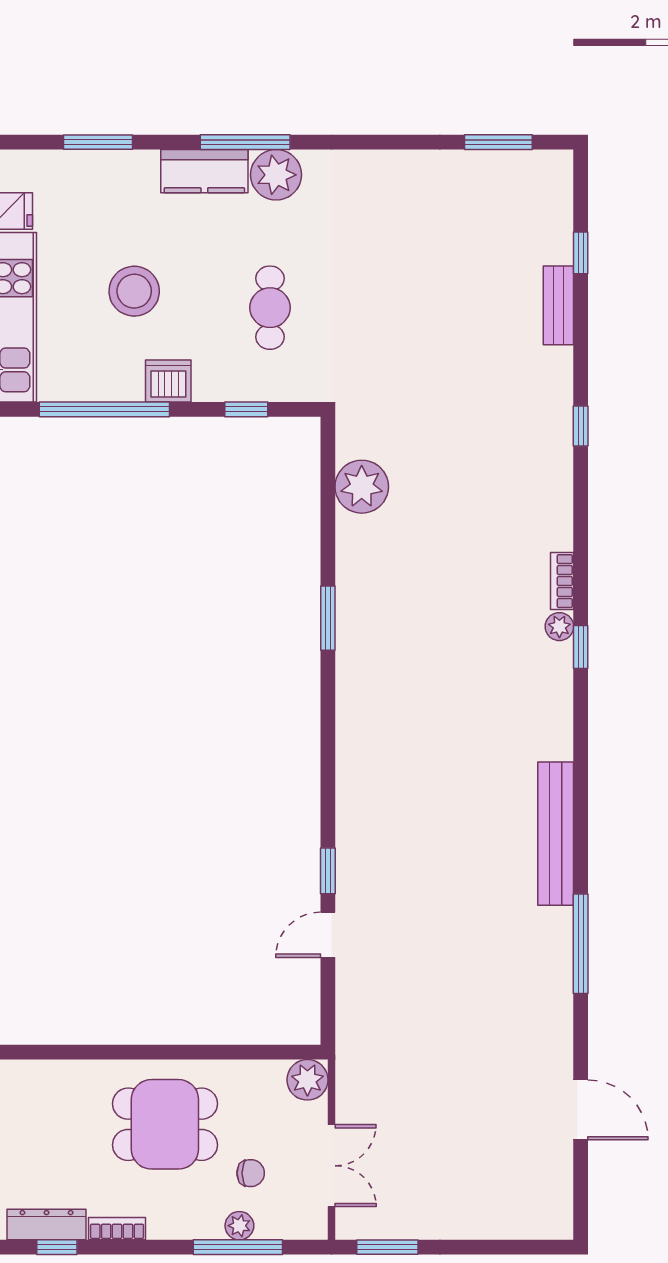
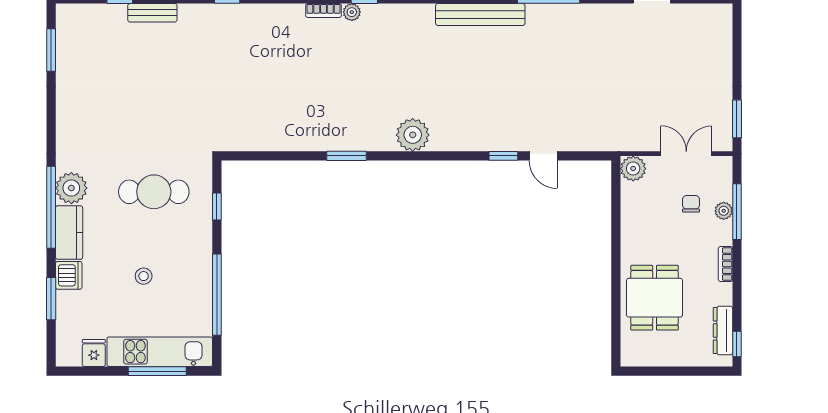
window: (245, 142) -> (51, 207), width x1.46
stool: (134, 291) -> (144, 276), width x0.53, depth x0.53
cafe table: (270, 308) -> (154, 192), width x1.37, depth x1.35
dishwasher: (168, 381) -> (69, 275), moved, turned 180
plant: (362, 487) -> (413, 135), moved
dining table: (165, 1124) -> (655, 298), moved
bookcase: (117, 1229) -> (725, 264), moved
window: (57, 1247) -> (737, 344), moved

